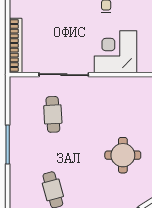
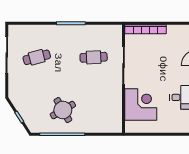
round table: (123, 155) -> (63, 110), turned -30

